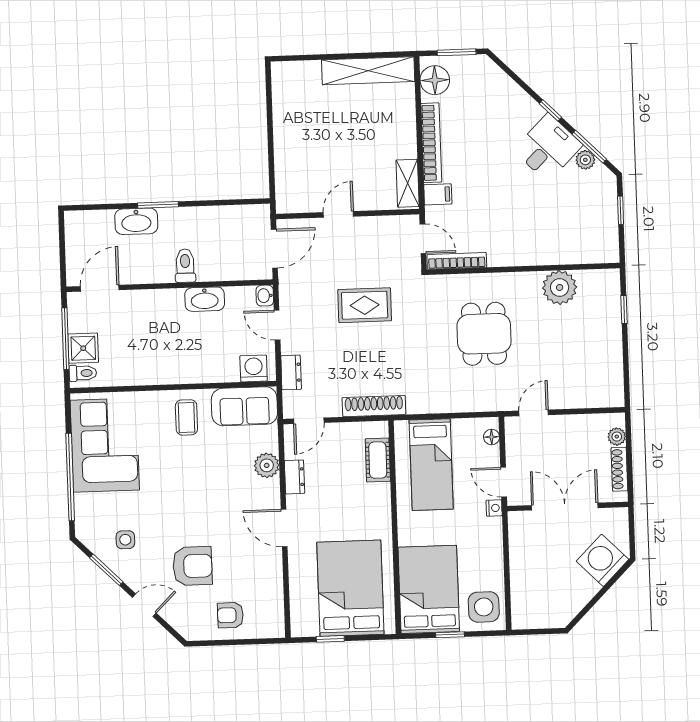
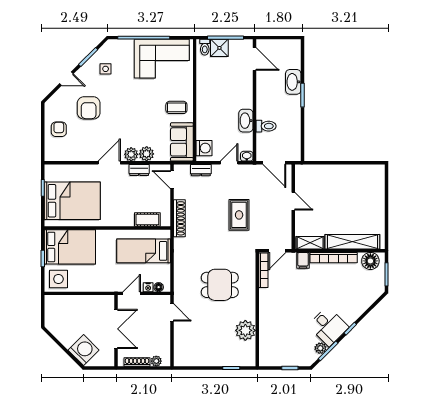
shelving: (368, 71) -> (352, 242), moved, turned 90
toilet: (185, 266) -> (266, 126), moved
plant: (268, 491) -> (131, 154), added
nightstand: (494, 508) -> (148, 287), moved
door: (144, 605) -> (66, 79), hinge flipped

